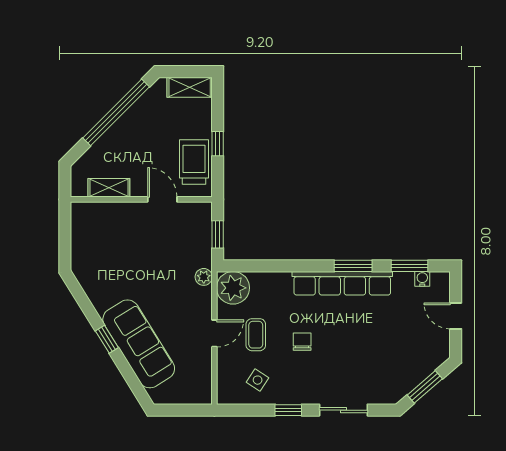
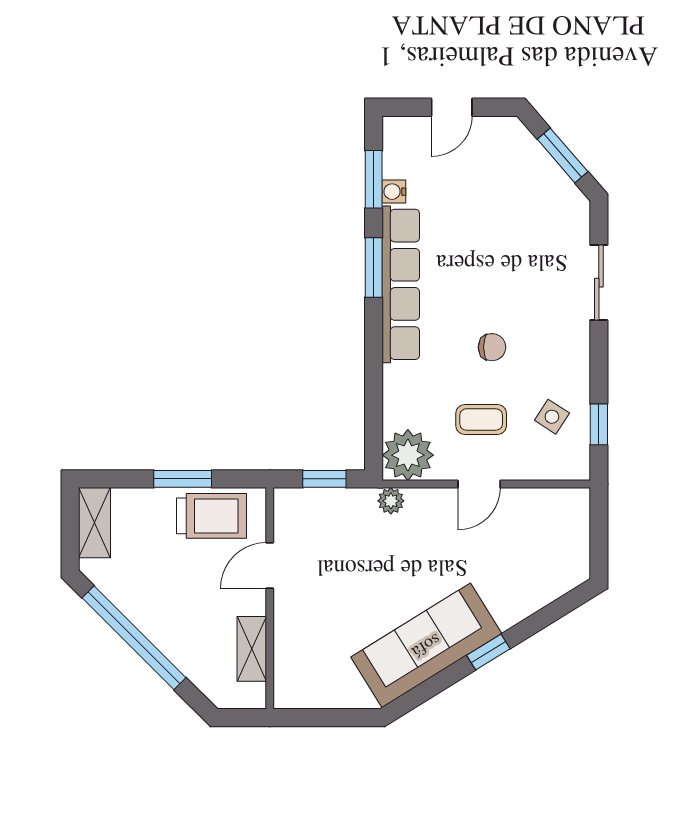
window: (218, 144) -> (183, 479), width x1.50
trolley: (194, 162) -> (211, 516), turned 180
water cooler: (422, 279) -> (394, 192), moved
door: (214, 333) -> (479, 484), swing flipped
chair: (302, 342) -> (492, 347), turned 180
sofa: (139, 344) -> (426, 645), moved
window: (288, 410) -> (599, 424), moved

